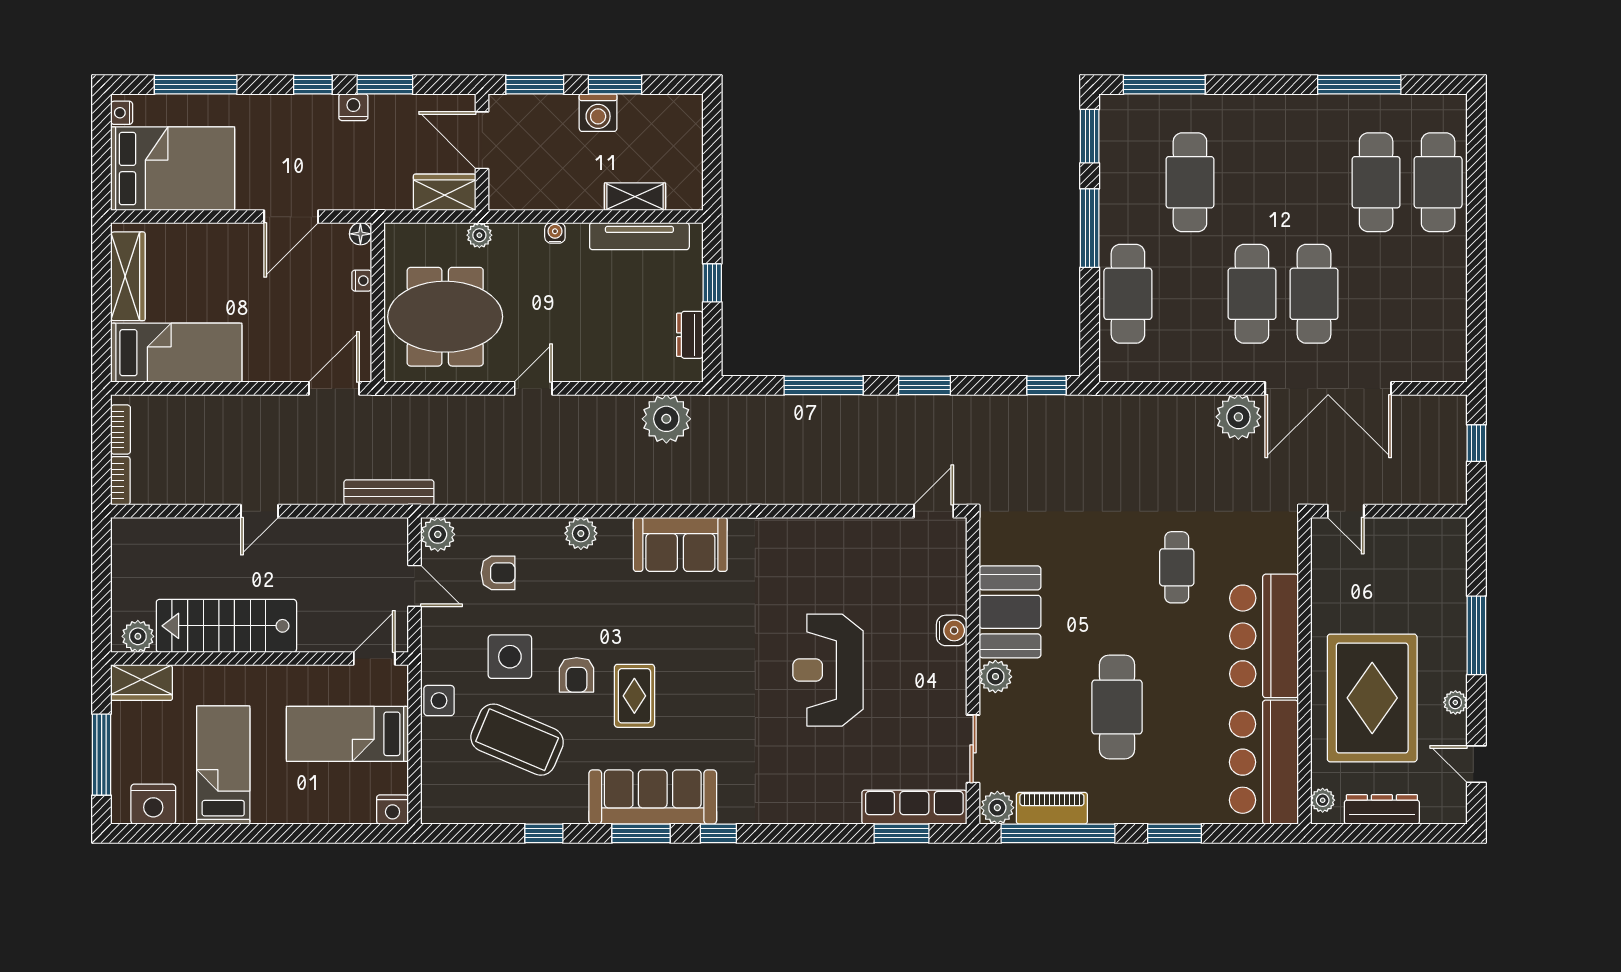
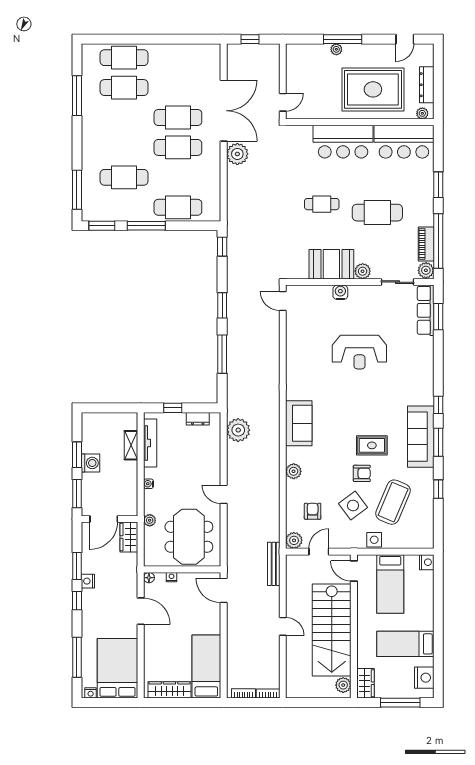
cafe table: (1177, 567) -> (322, 204), moved
stairs: (226, 626) -> (332, 630), width x1.36, depth x1.51
side table: (510, 657) -> (353, 506), turned -37
plant: (1455, 702) -> (336, 49), moved

